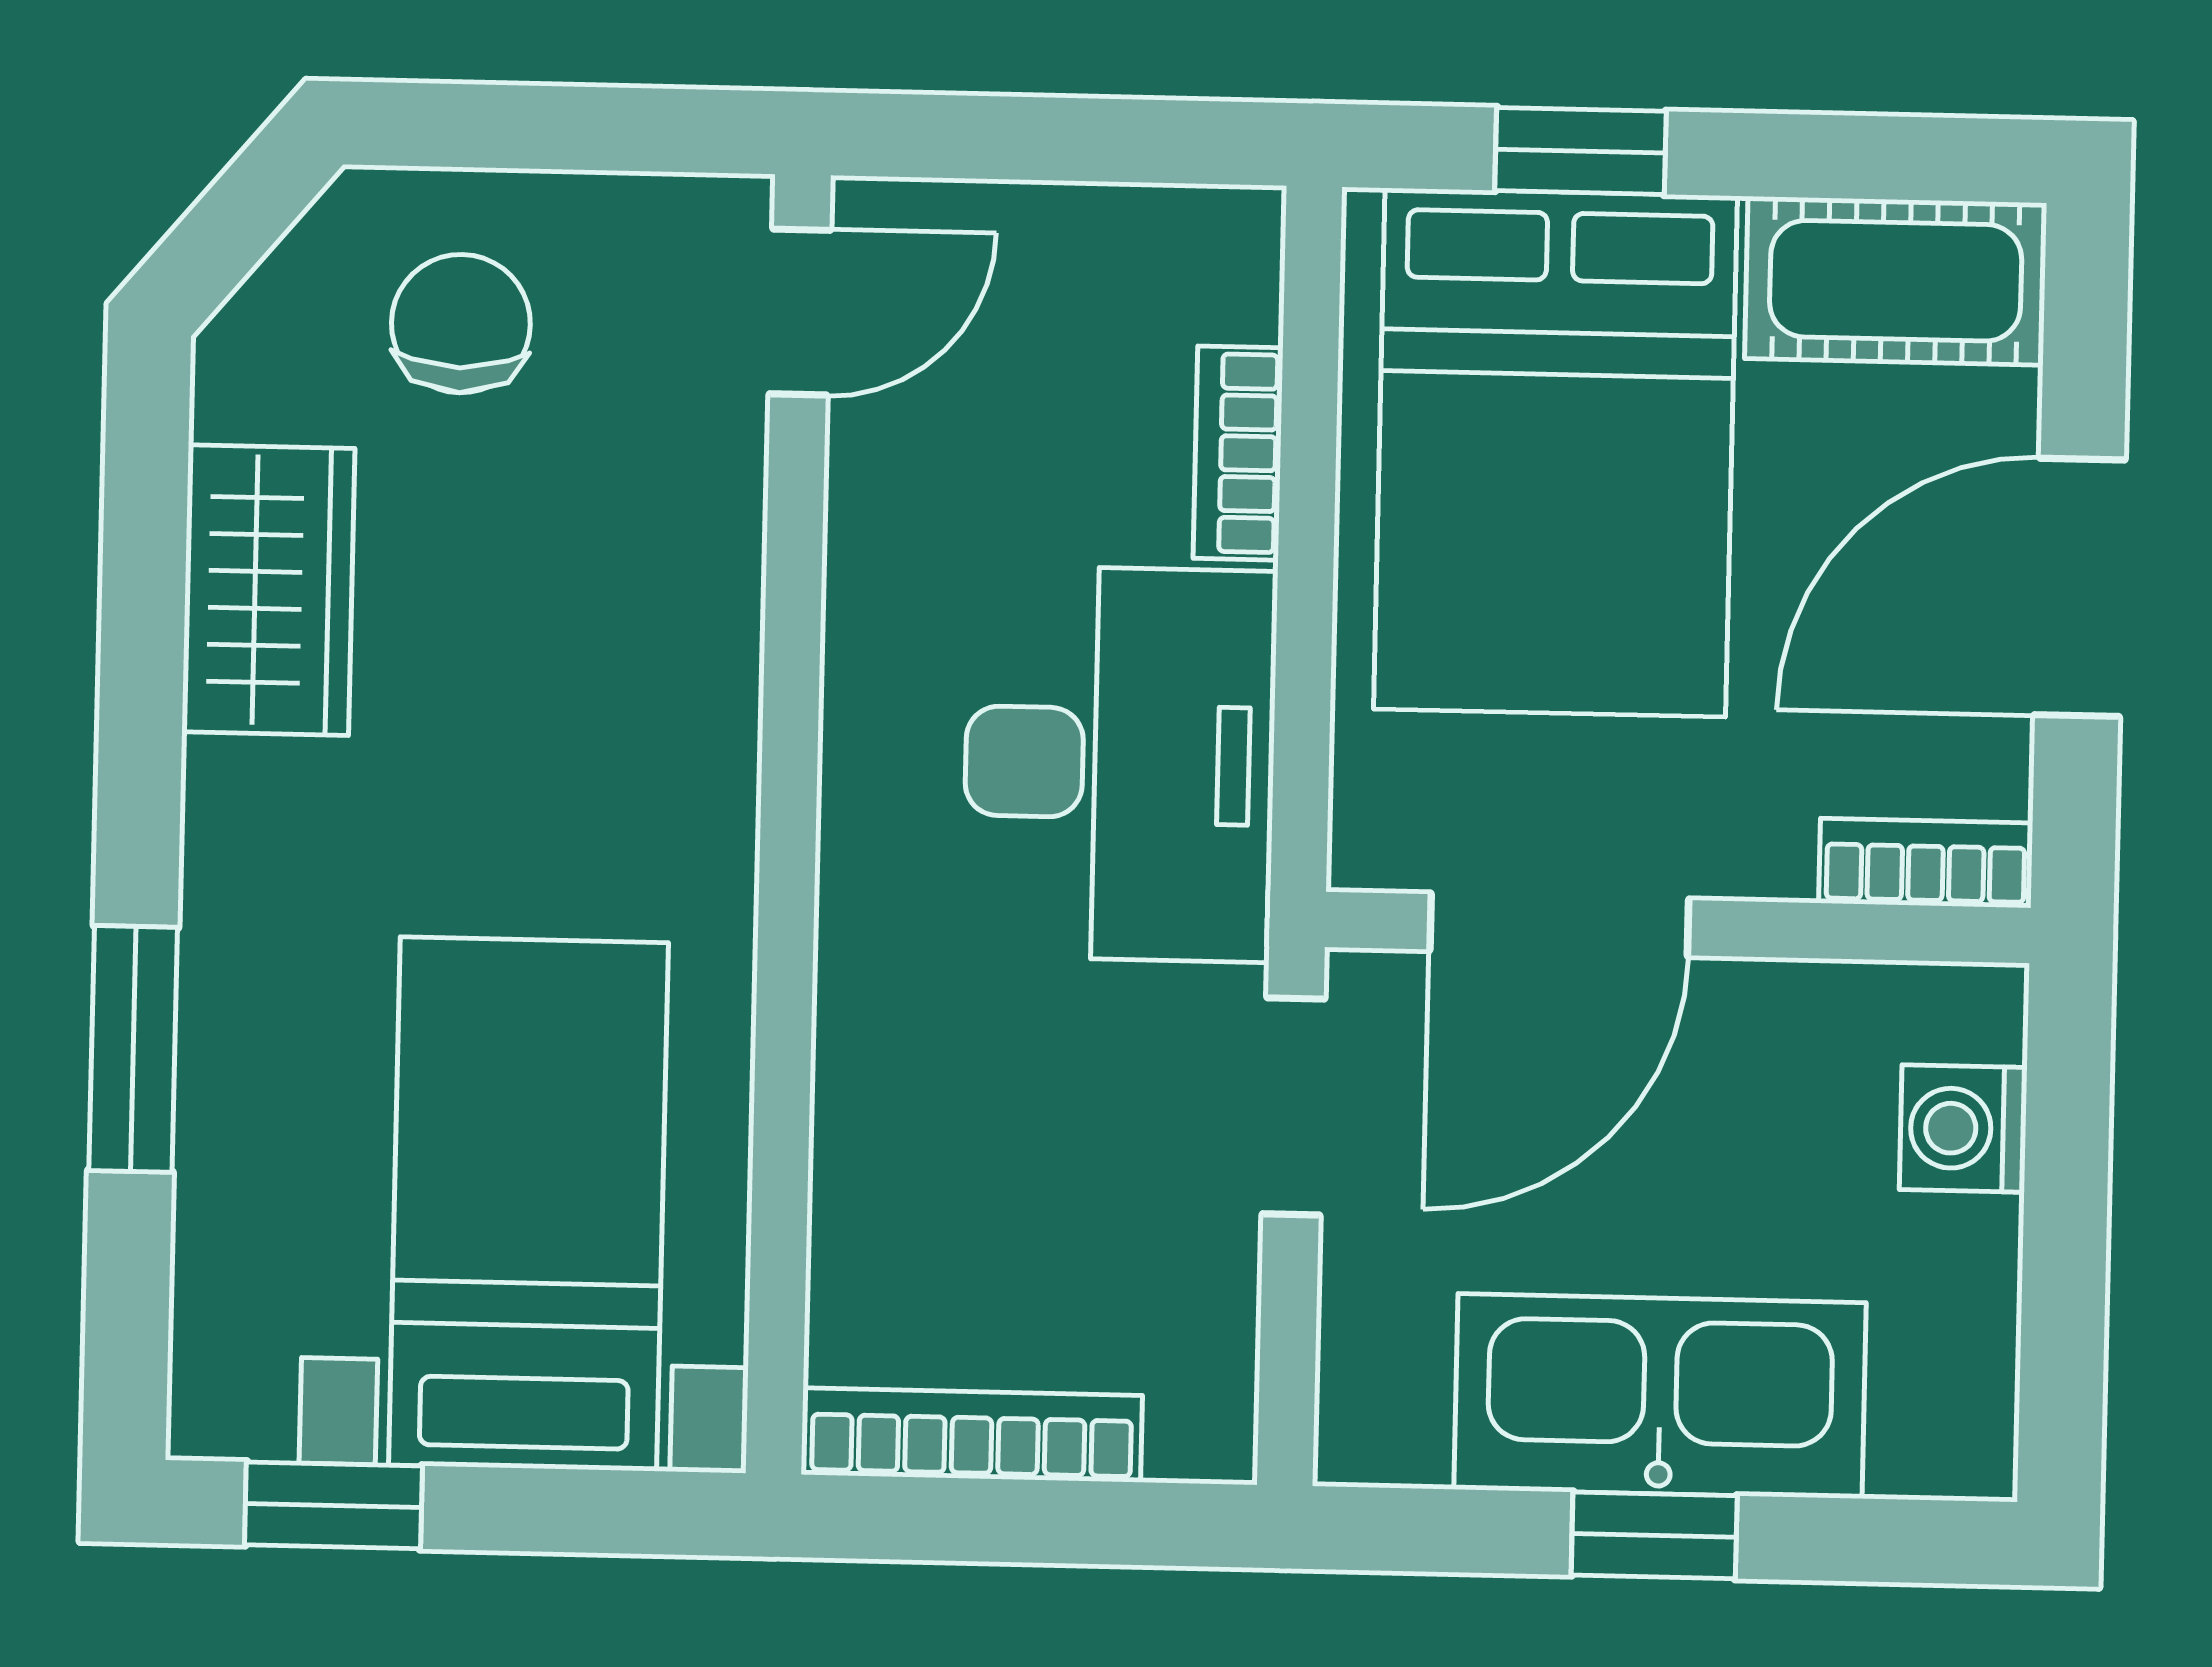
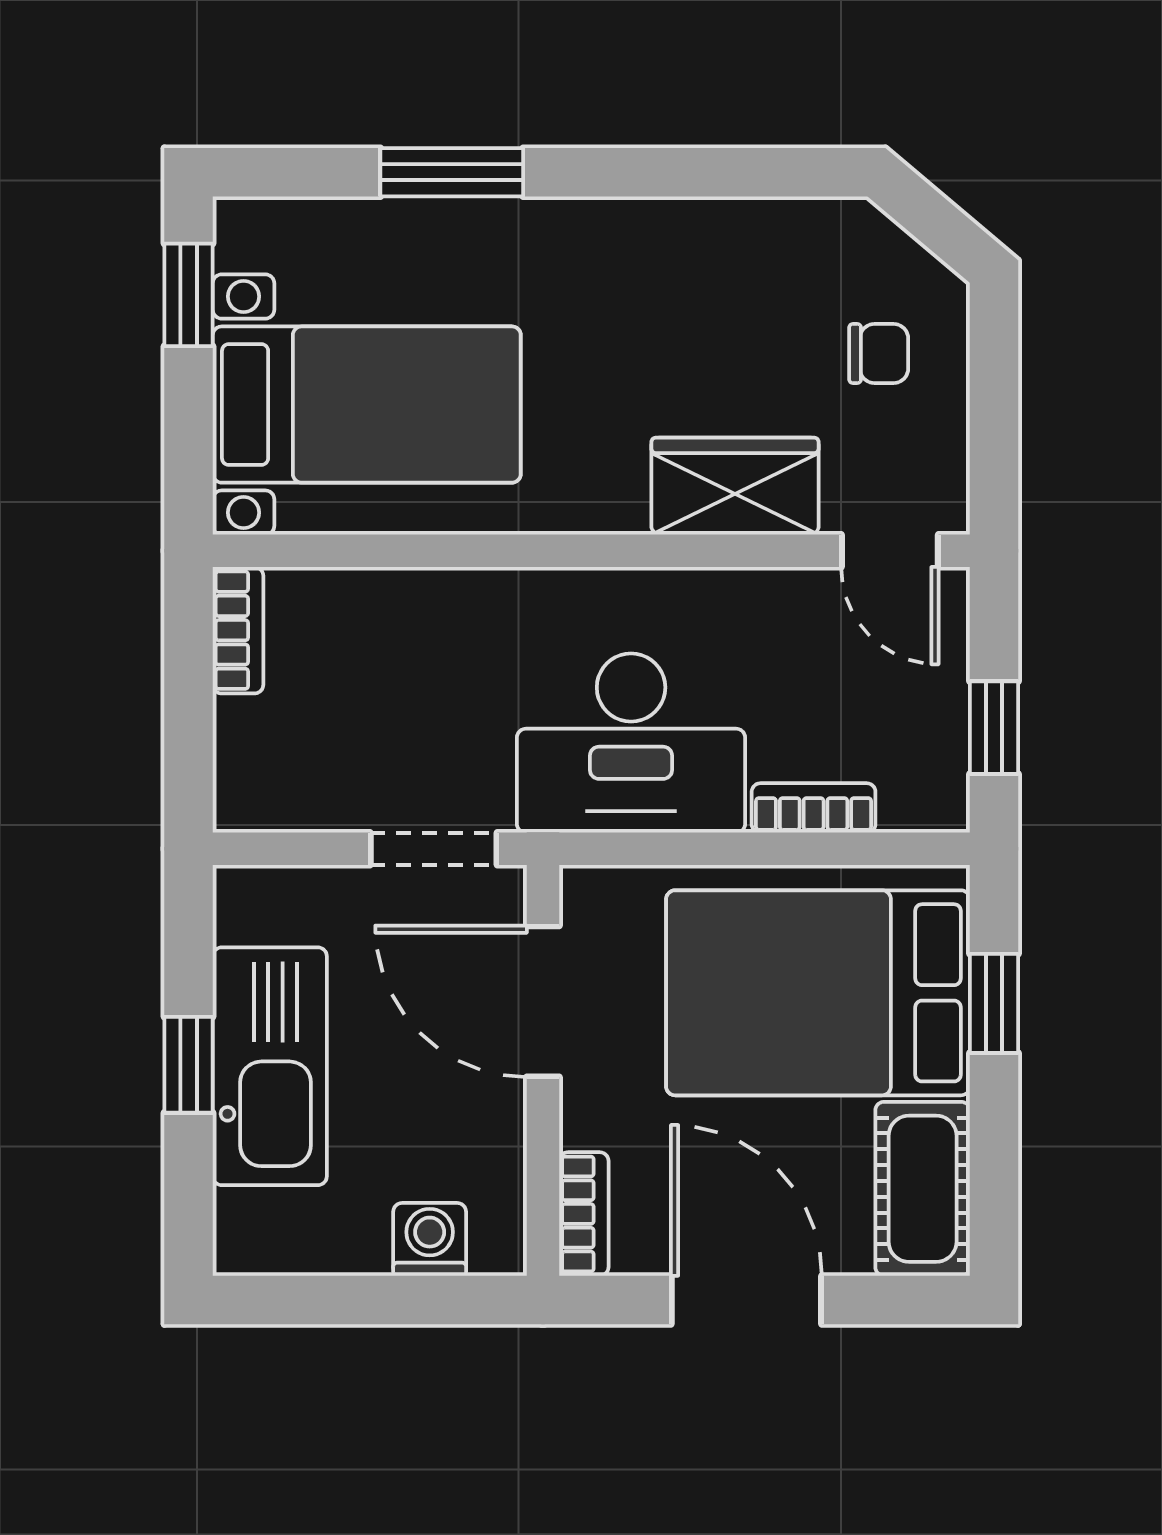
window: (1107, 140) -> (994, 728), added
chair: (461, 324) -> (879, 354), width x0.73, depth x0.73
wardrobe: (268, 590) -> (735, 486), moved, turned 180
bookcase: (972, 1435) -> (238, 630), width x0.64

